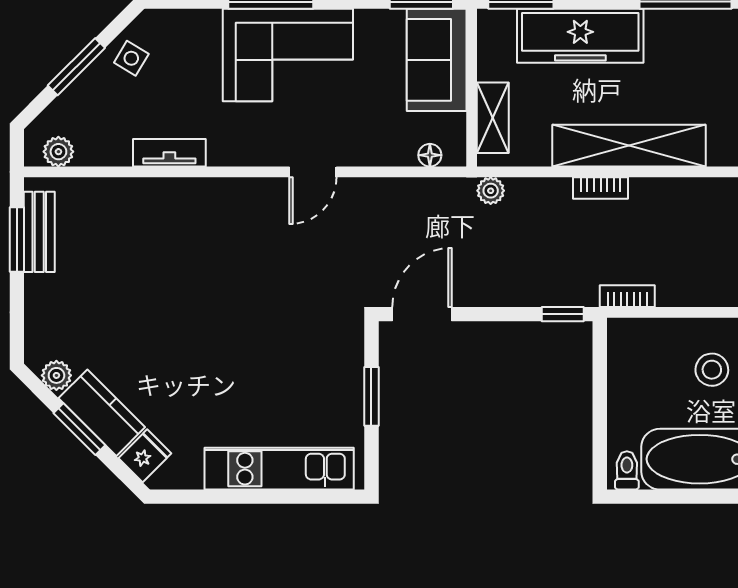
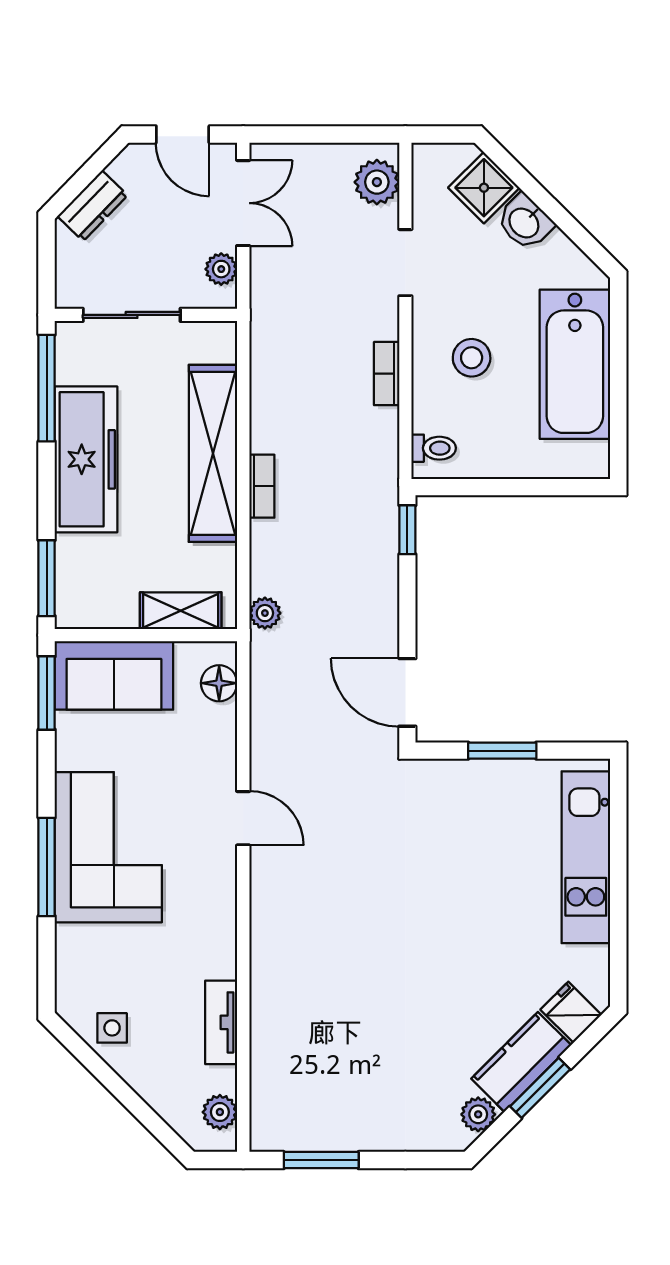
freezer: (580, 36) -> (86, 459), moved
side table: (131, 58) -> (112, 1028), turned -31
window: (76, 67) -> (122, 1091), removed
tv unit: (169, 153) -> (221, 1022), moved
floor lamp: (430, 155) -> (219, 683), width x1.37, depth x1.37
bench: (39, 232) -> (312, 1134), removed
bookcase: (627, 296) -> (387, 374), moved
toilet: (627, 470) -> (434, 448), moved, turned 180

